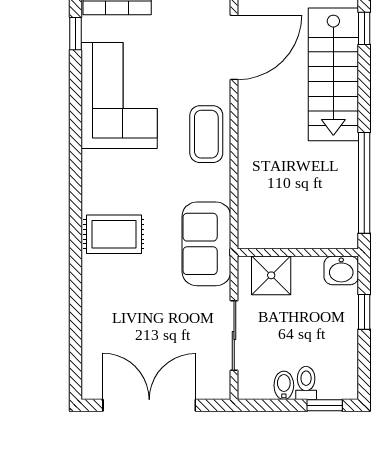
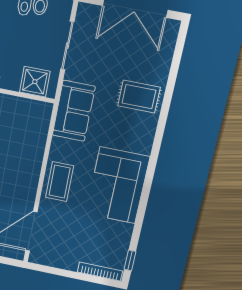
corner sofa: (119, 96) -> (118, 185), moved
rug: (114, 234) -> (139, 97), moved

